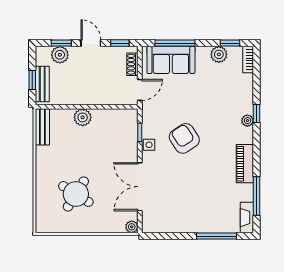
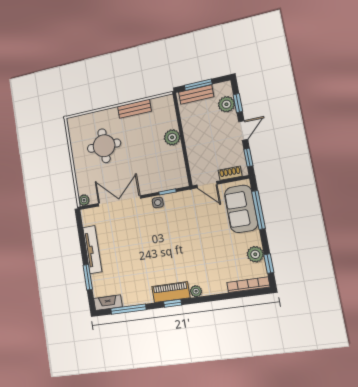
bookcase: (248, 59) -> (248, 285), width x1.56
window: (32, 80) -> (198, 85), width x1.50
window: (257, 114) -> (173, 303), moved
bench: (42, 127) -> (134, 109), moved
armchair: (184, 138) -> (169, 234), removed
piano: (245, 164) -> (171, 292), moved
round table: (76, 194) -> (104, 146), turned -32
tv unit: (187, 226) -> (92, 250), added
window: (217, 236) -> (88, 277), width x0.69

